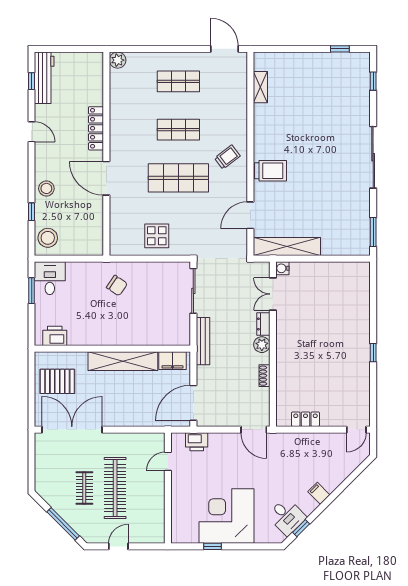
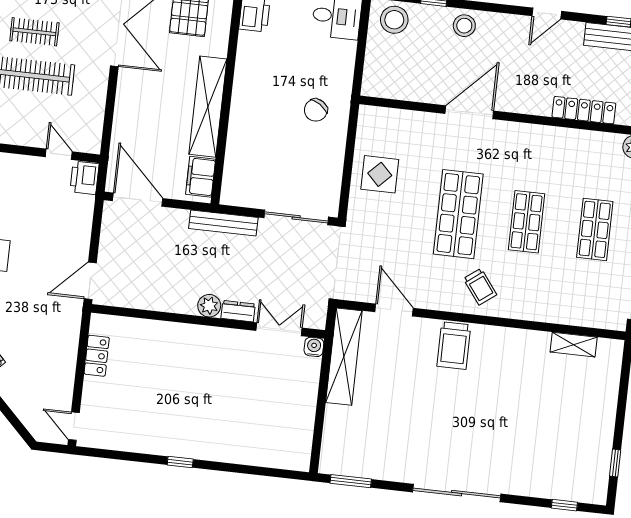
locker: (96, 128) -> (584, 110), moved
shoe rack: (264, 376) -> (165, 305), removed
printer: (197, 442) -> (84, 178), moved

